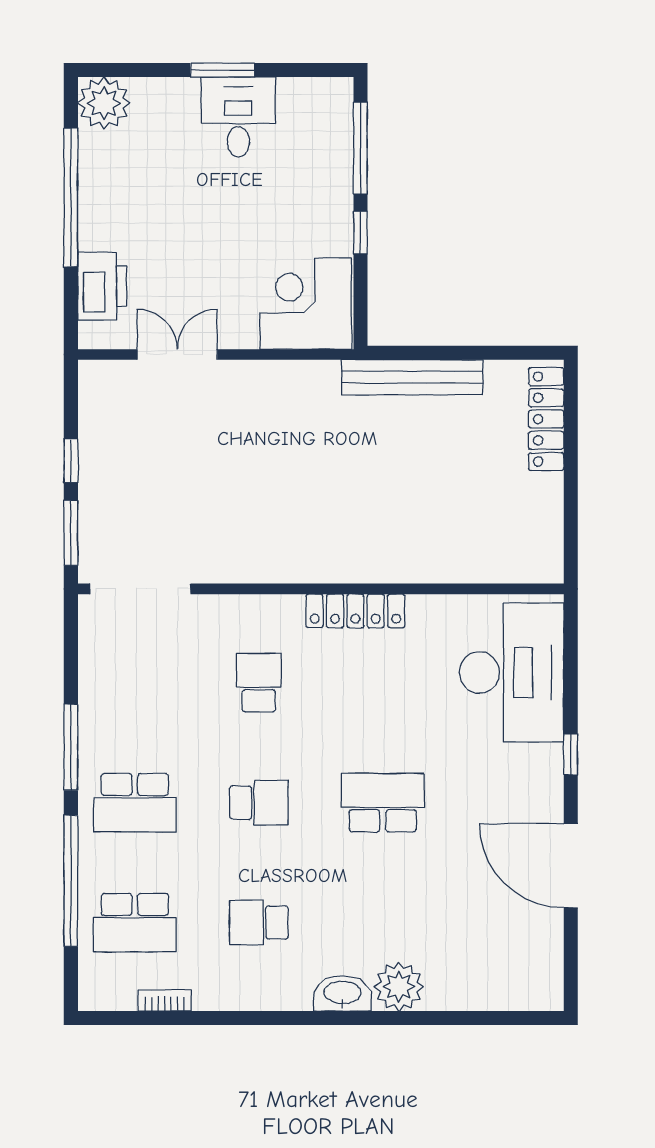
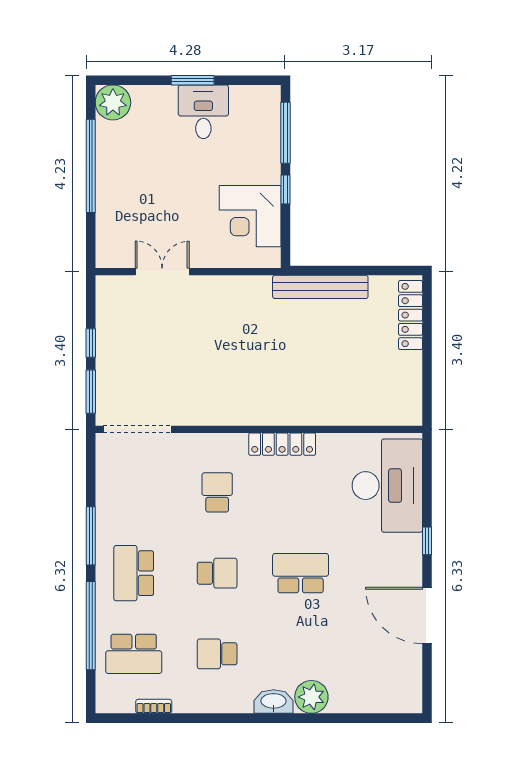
printer: (102, 286) -> (112, 226), removed
corner desk: (306, 304) -> (250, 216), moved, turned -90
school desk: (135, 803) -> (134, 573), turned 90

